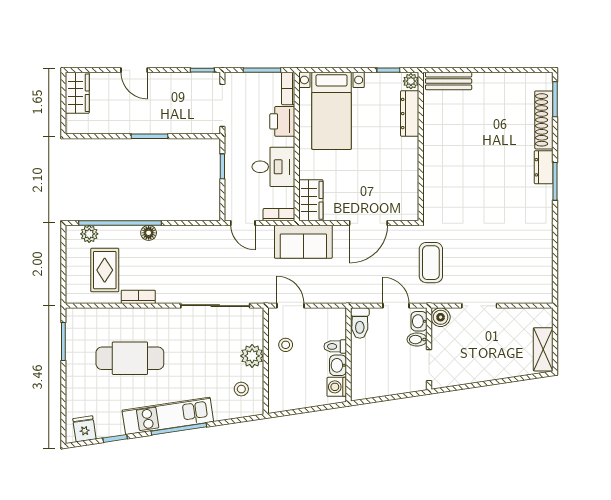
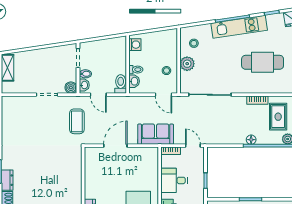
wardrobe: (311, 200) -> (151, 160), removed
washbasin: (338, 365) -> (134, 81), moved

